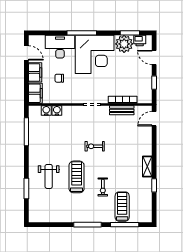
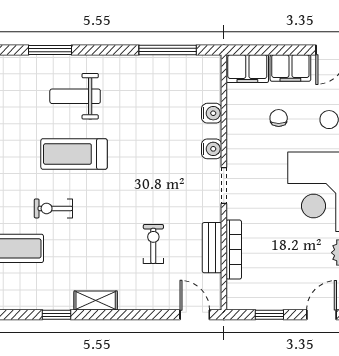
water cooler: (46, 111) -> (212, 149), moved
exercise bike: (95, 146) -> (153, 244), moved
treadmill: (77, 177) -> (74, 154), turned 180

